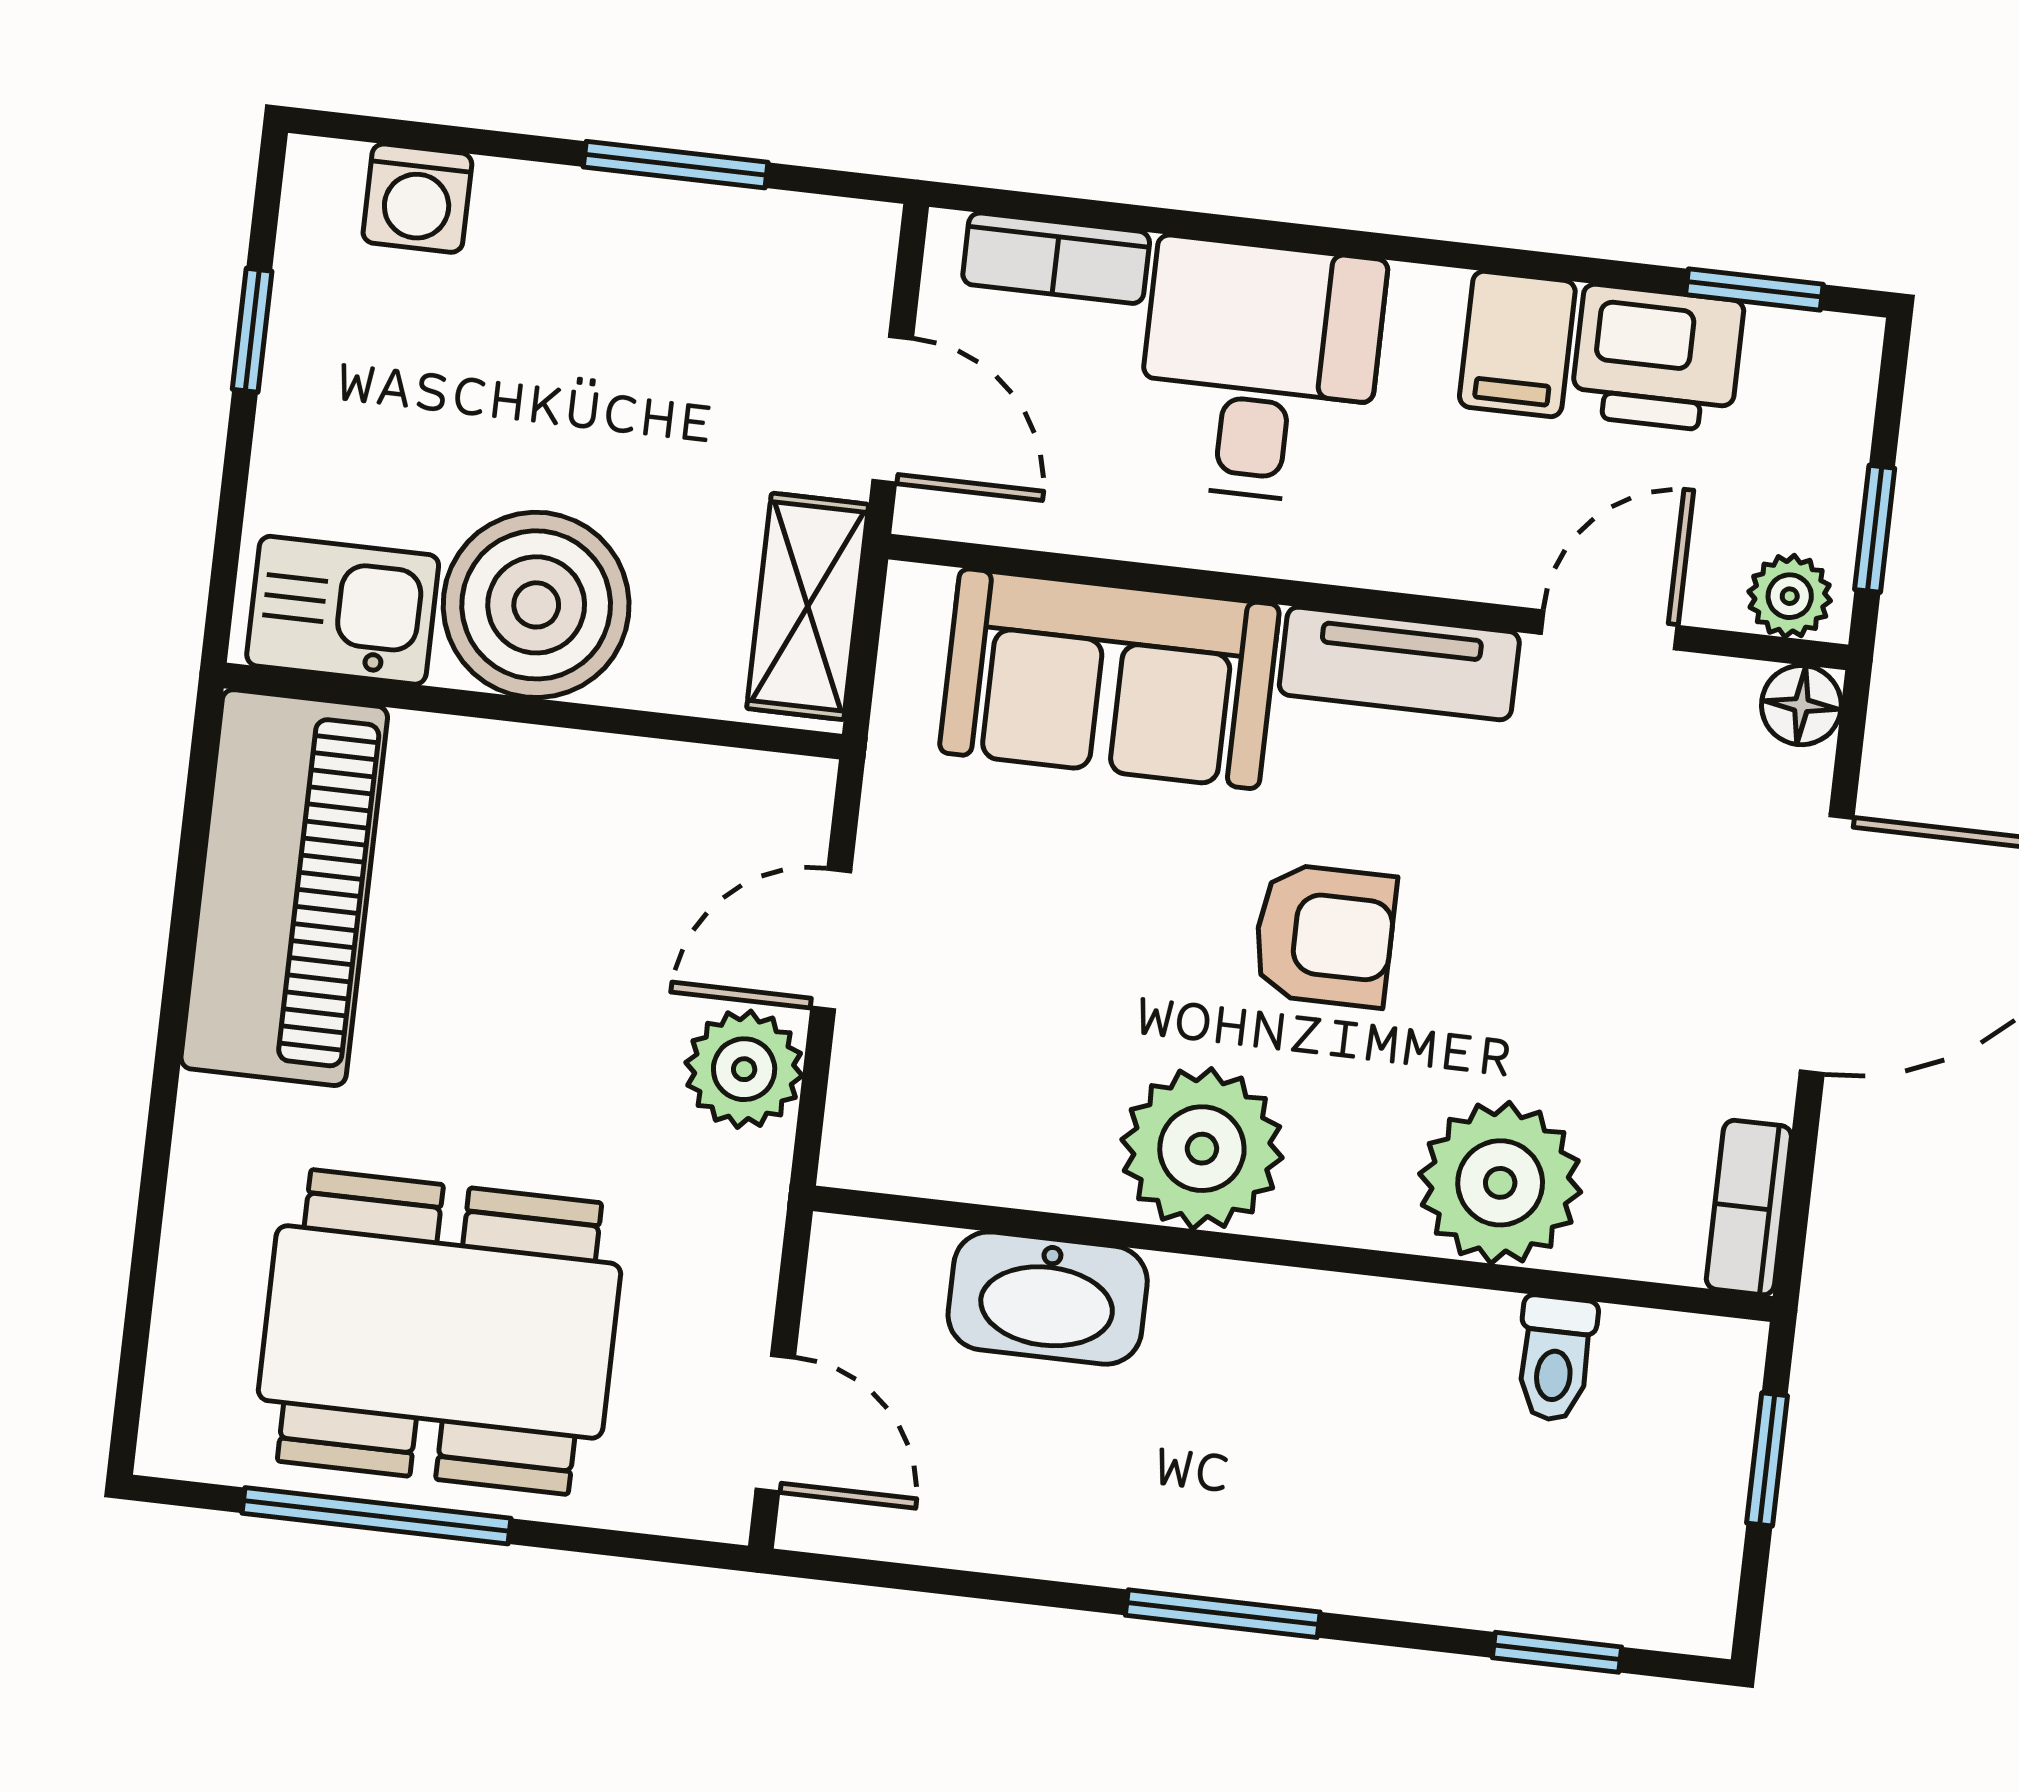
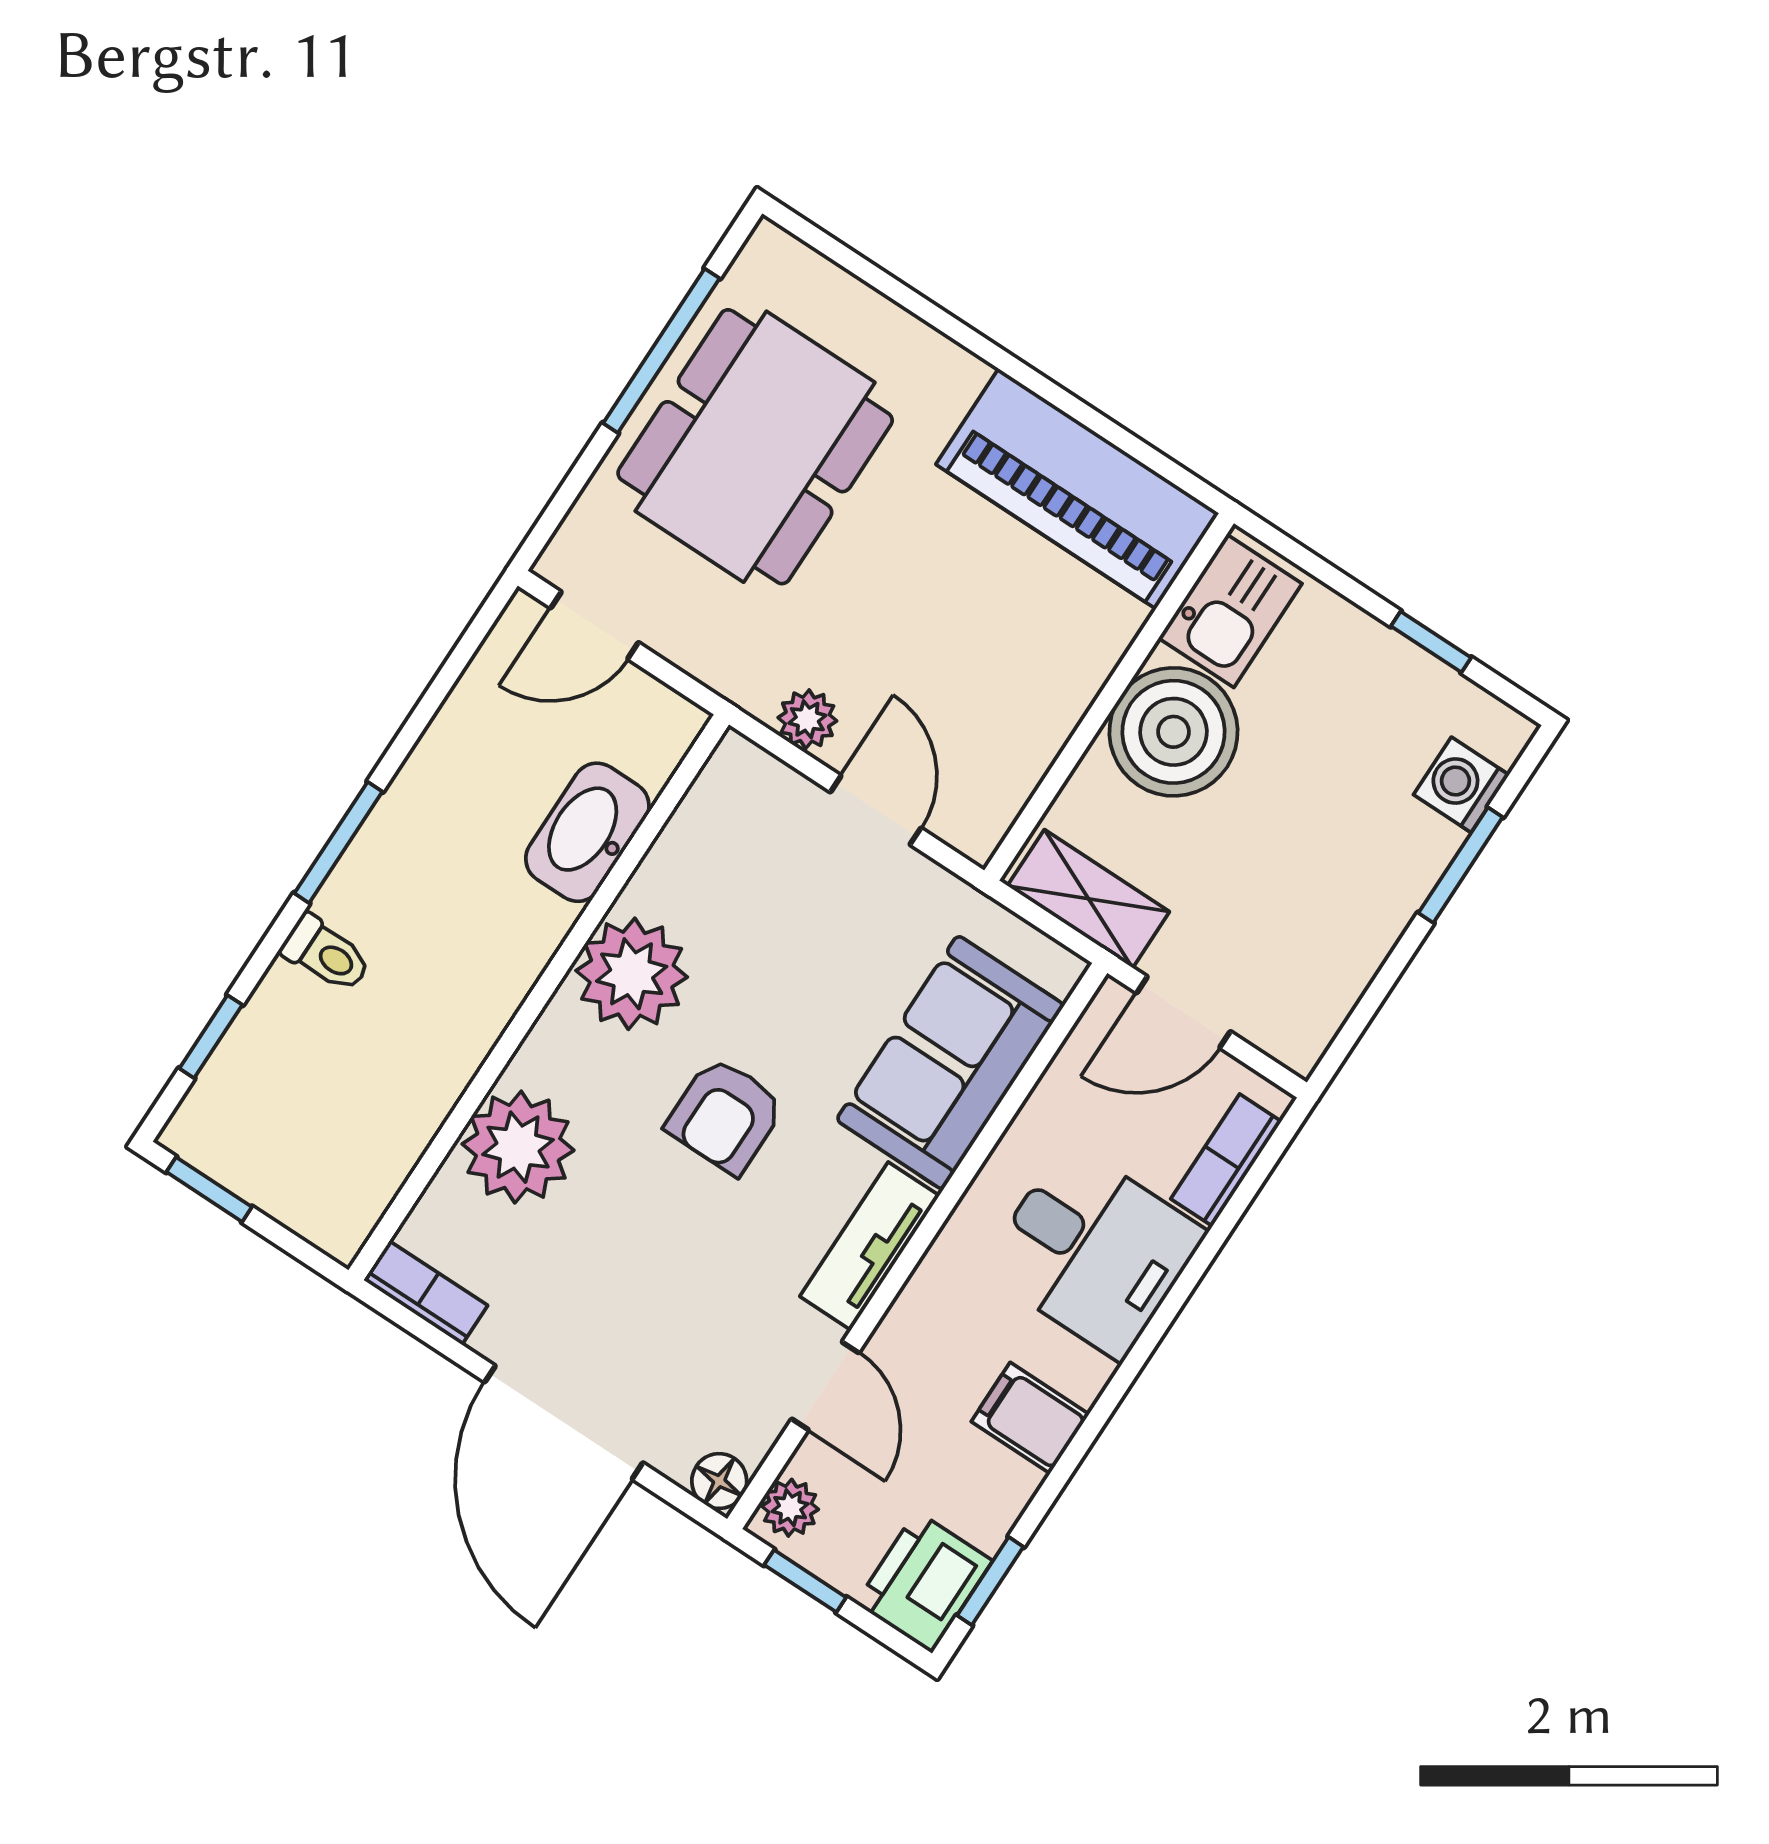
window: (676, 165) -> (1461, 865), moved
printer: (1657, 358) -> (924, 1582), moved
plant: (744, 1069) -> (807, 719), width x0.73, depth x0.73
toilet: (1555, 1358) -> (326, 954), moved, turned 180
window: (1767, 1459) -> (209, 1189), moved

